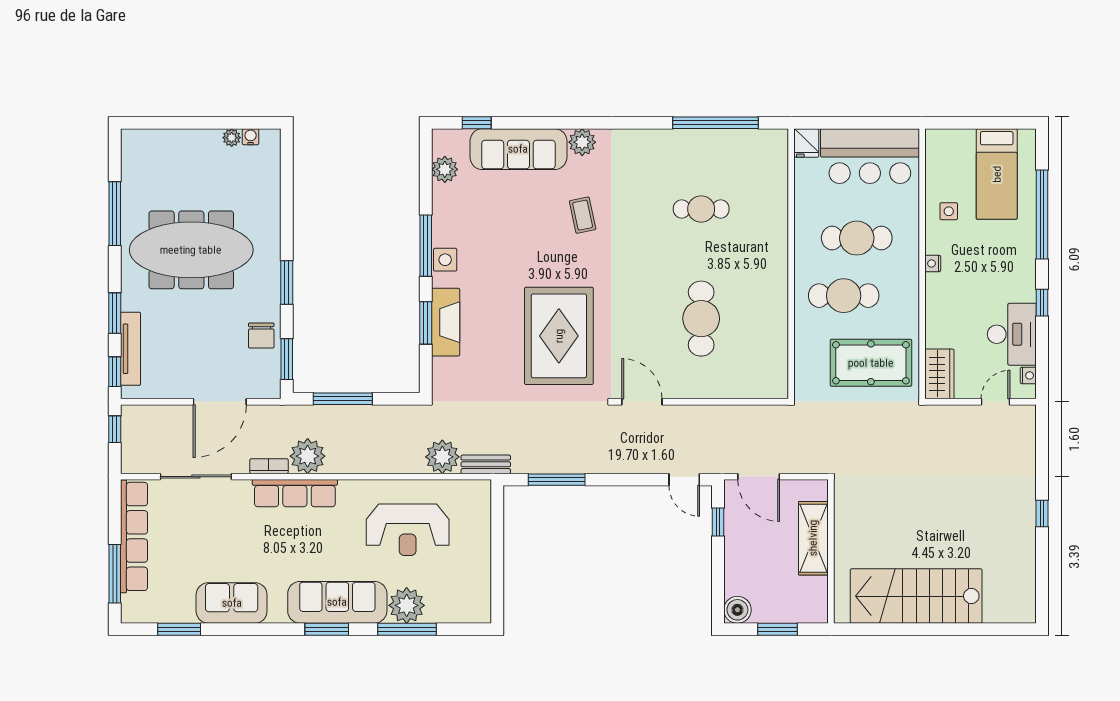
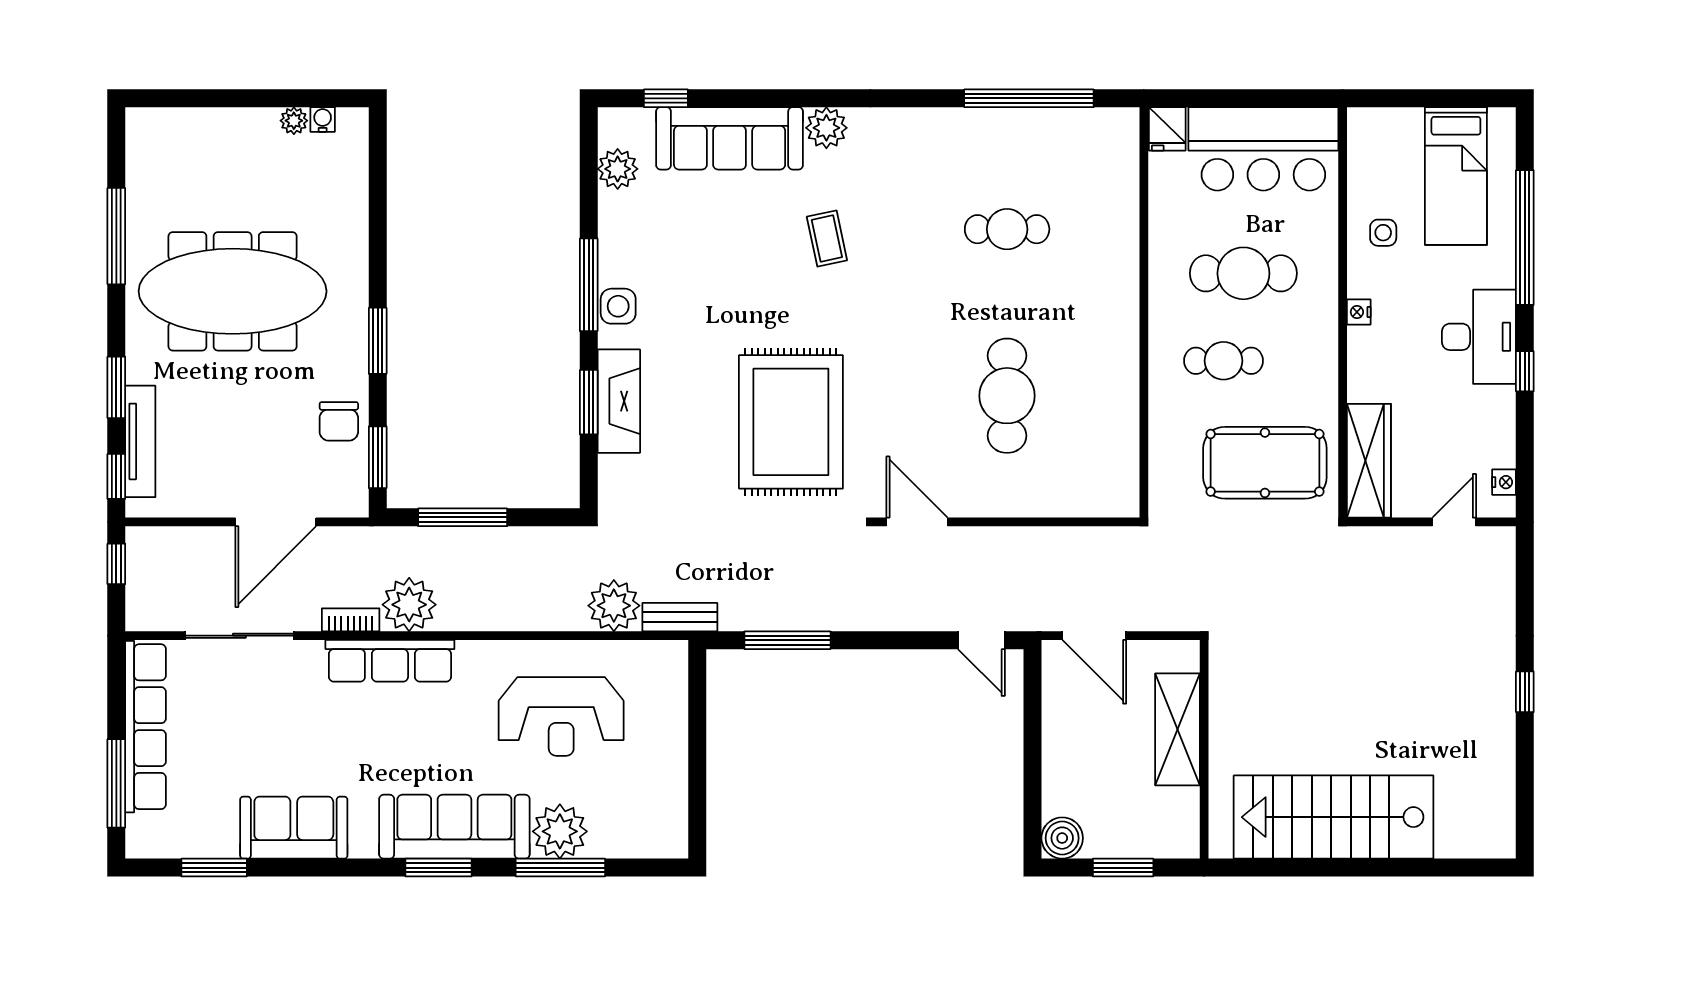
cafe table: (844, 296) -> (1224, 361), width x0.73, depth x0.74
desk: (1012, 334) -> (1479, 337), moved
wardrobe: (939, 374) -> (1369, 461), width x1.50
window: (718, 522) -> (1033, 705), removed

